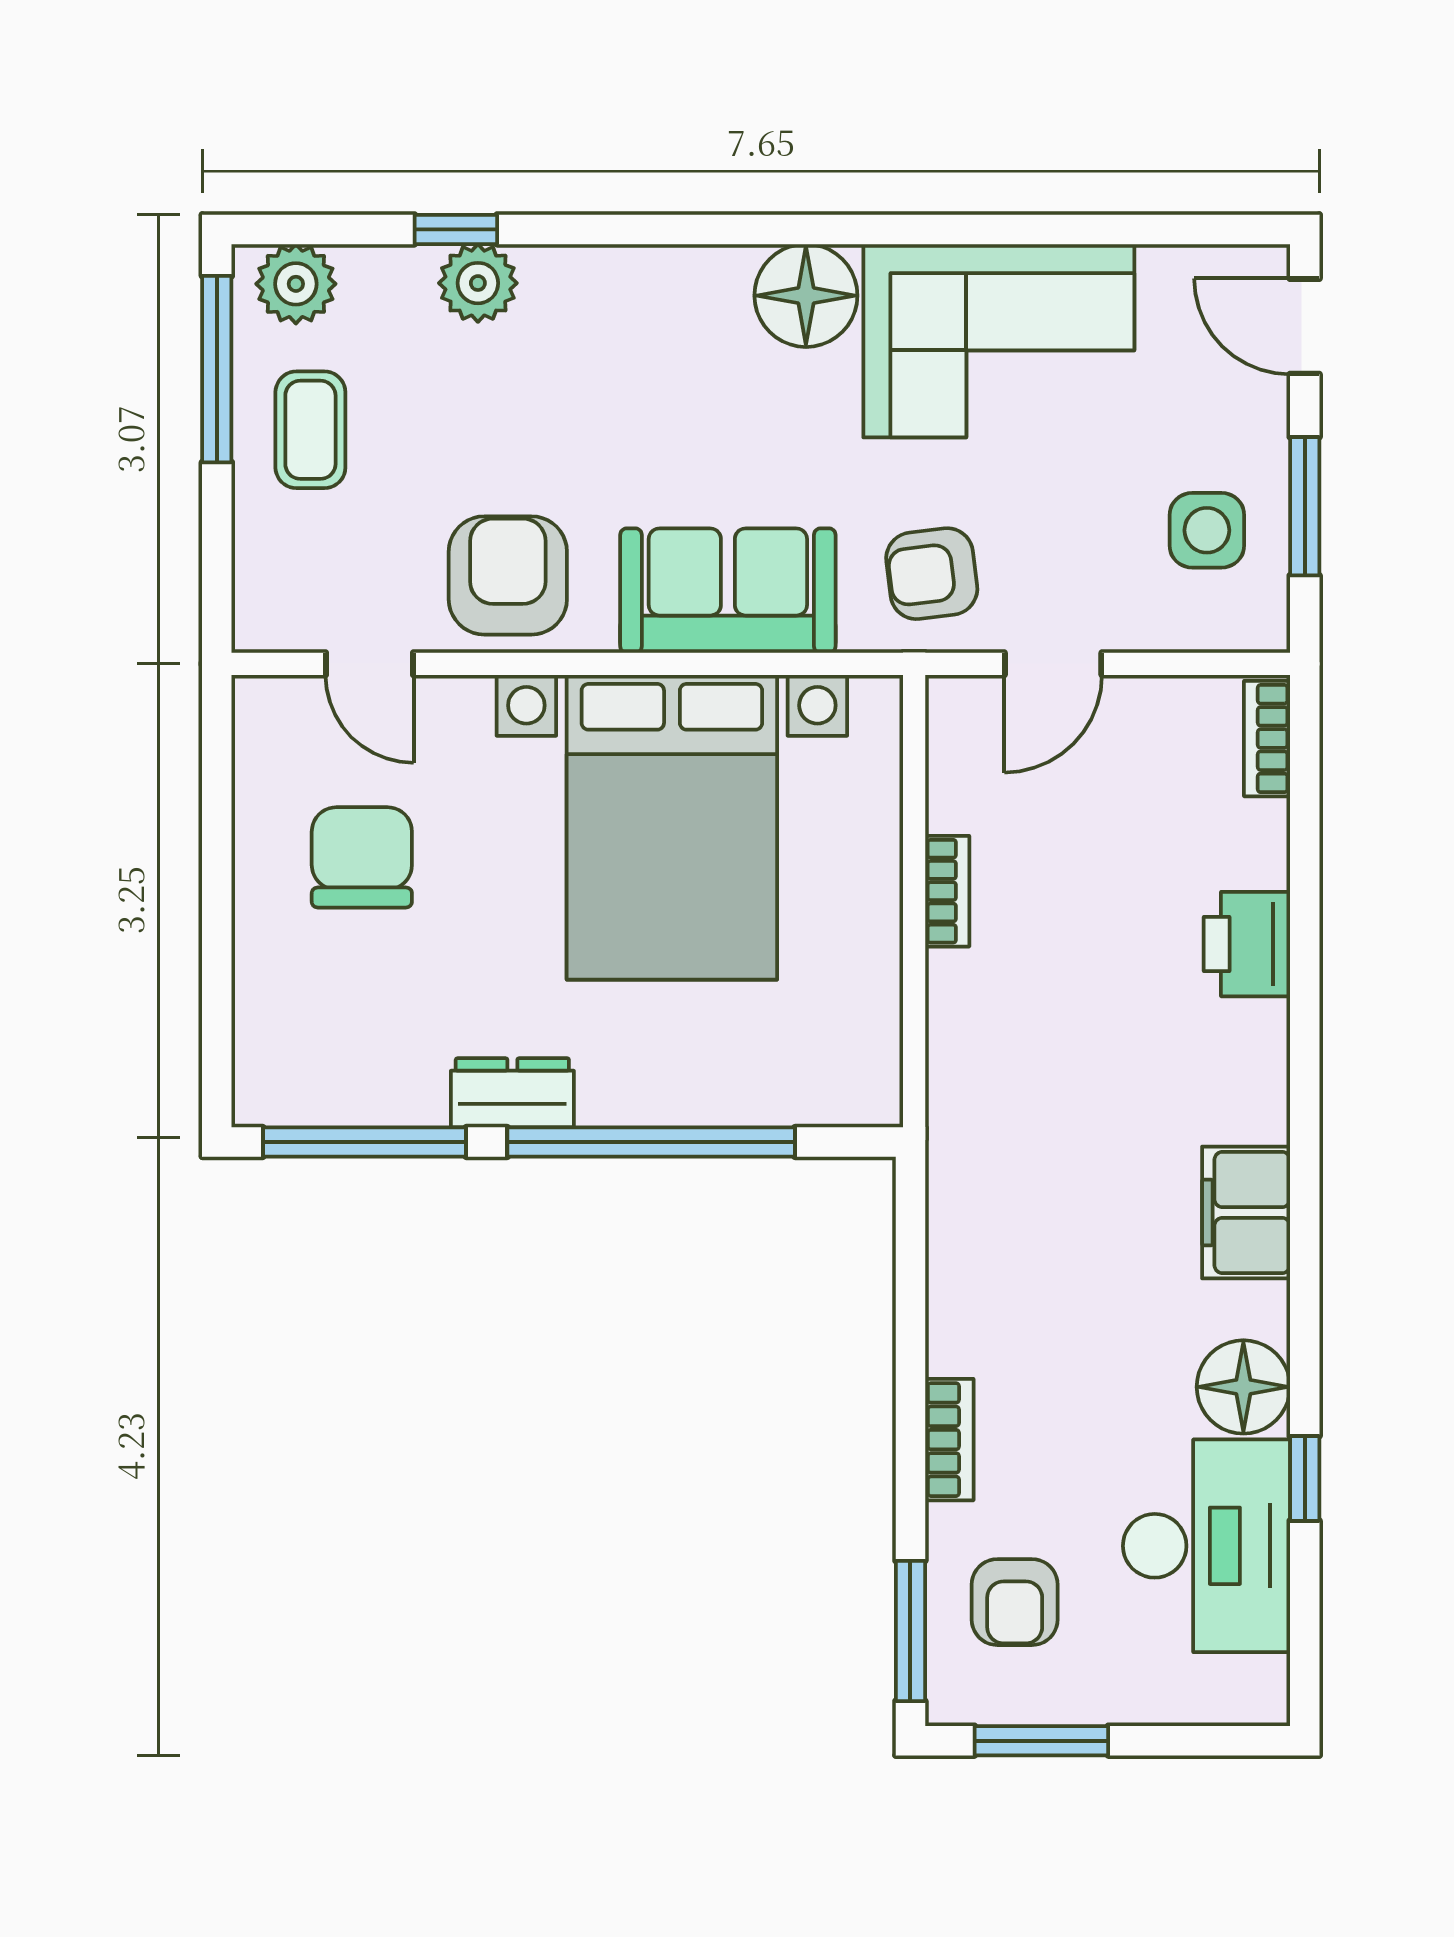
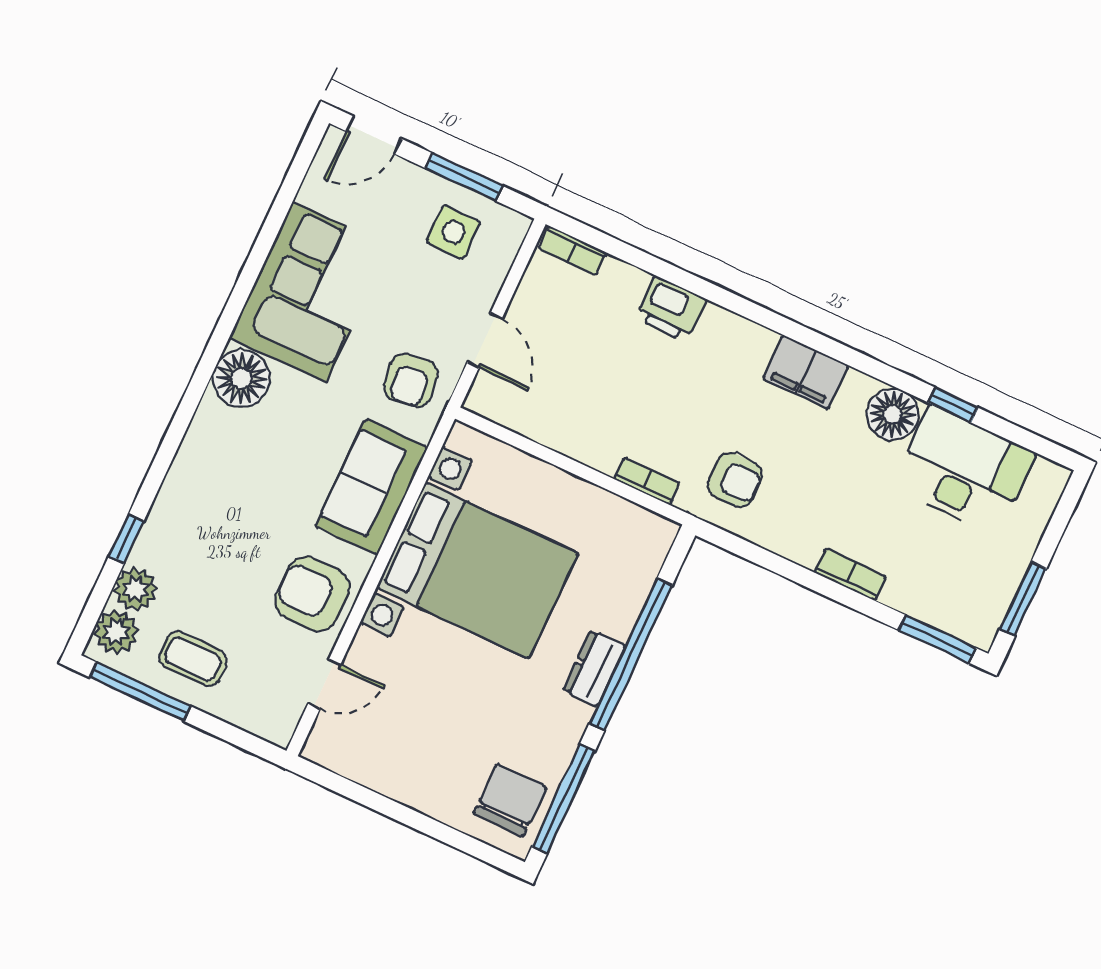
plant: (478, 283) -> (136, 589), moved
chair: (362, 857) -> (510, 800), moved, turned 90
bookcase: (947, 891) -> (647, 481), moved
dresser: (512, 1093) -> (594, 668), moved
armchair: (1015, 1602) -> (735, 480), moved

